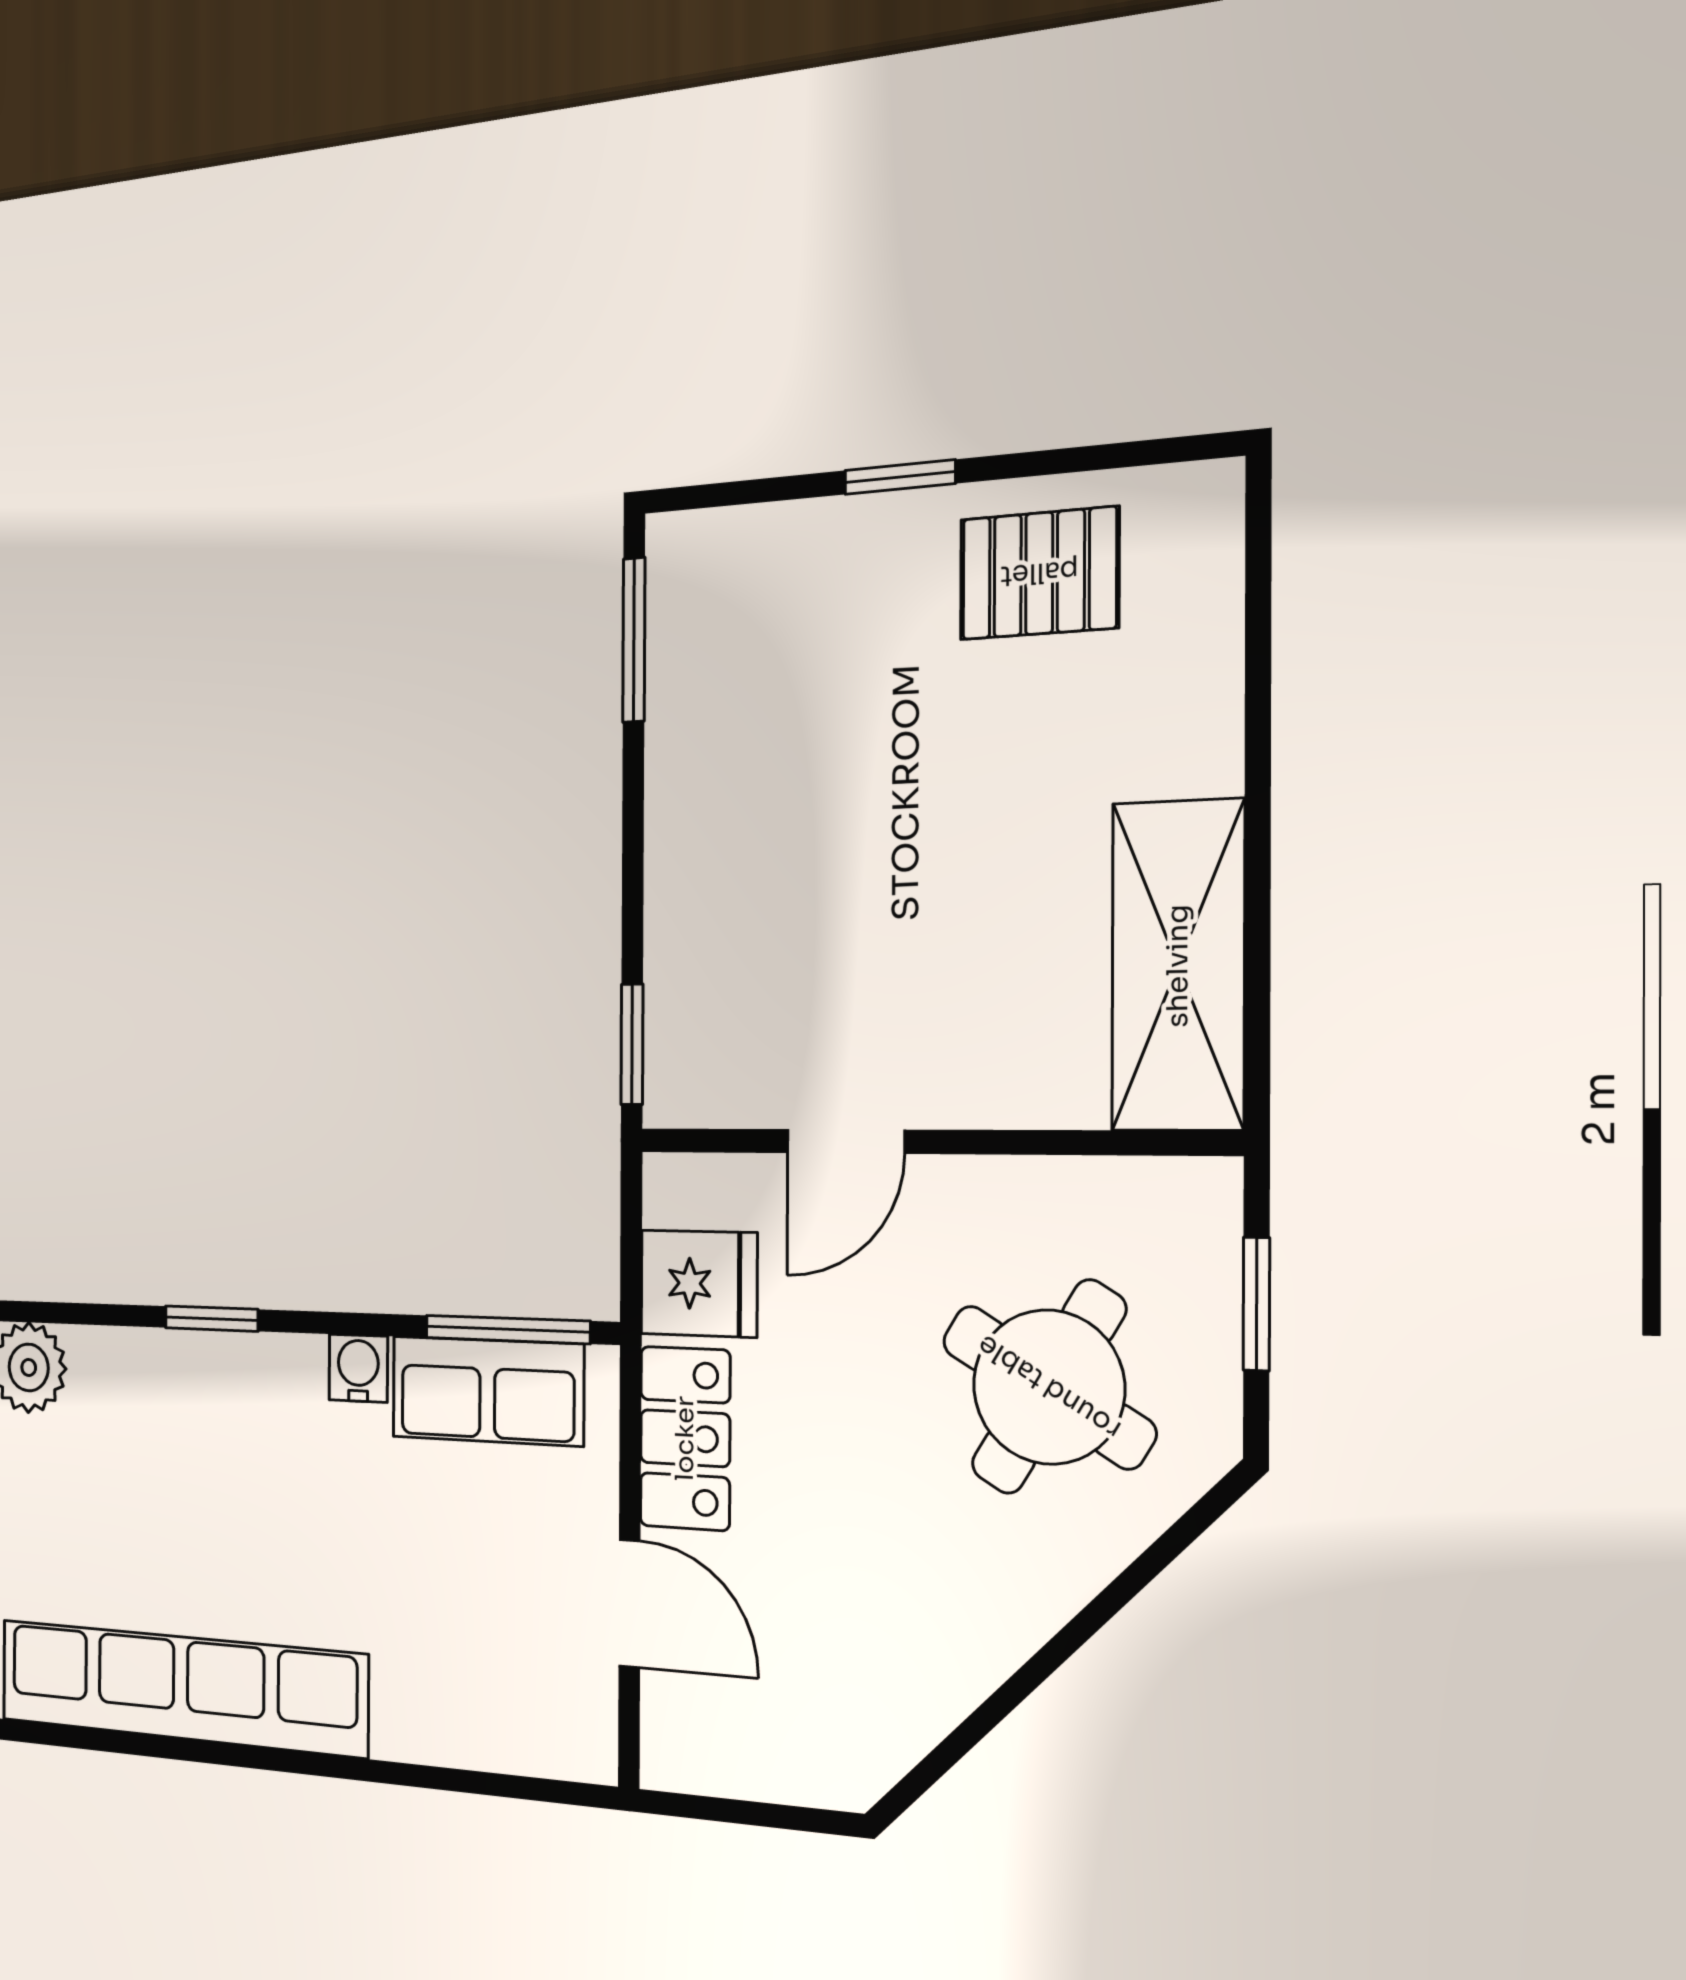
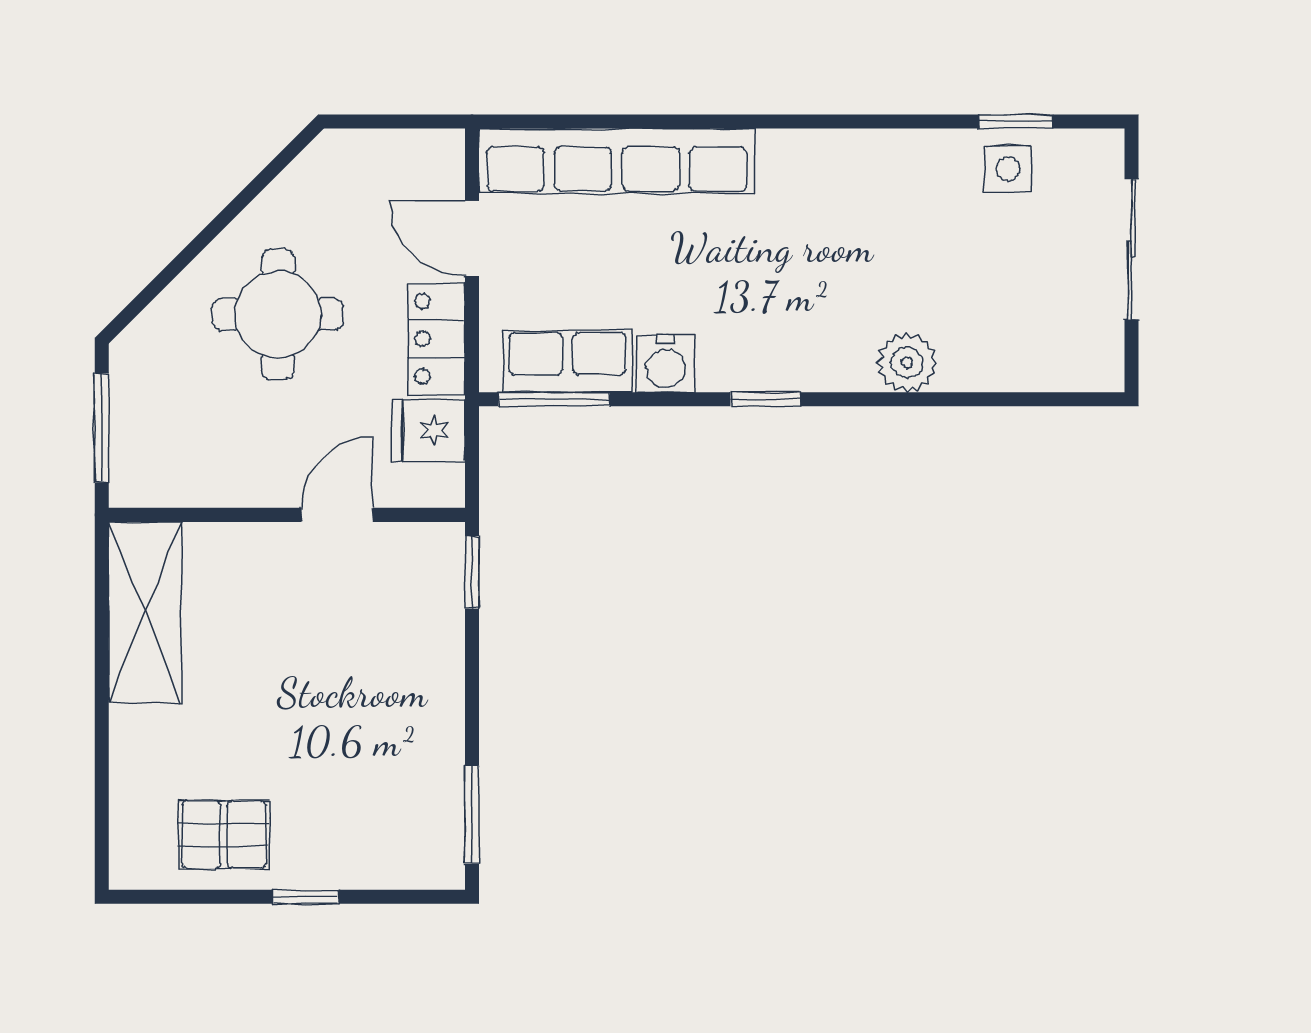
window: (1256, 1304) -> (102, 428), width x1.50
water cooler: (358, 1368) -> (666, 364), width x1.38, depth x1.38
round table: (1049, 1387) -> (278, 314), moved, turned -31
row of seats: (181, 1688) -> (617, 161), moved

